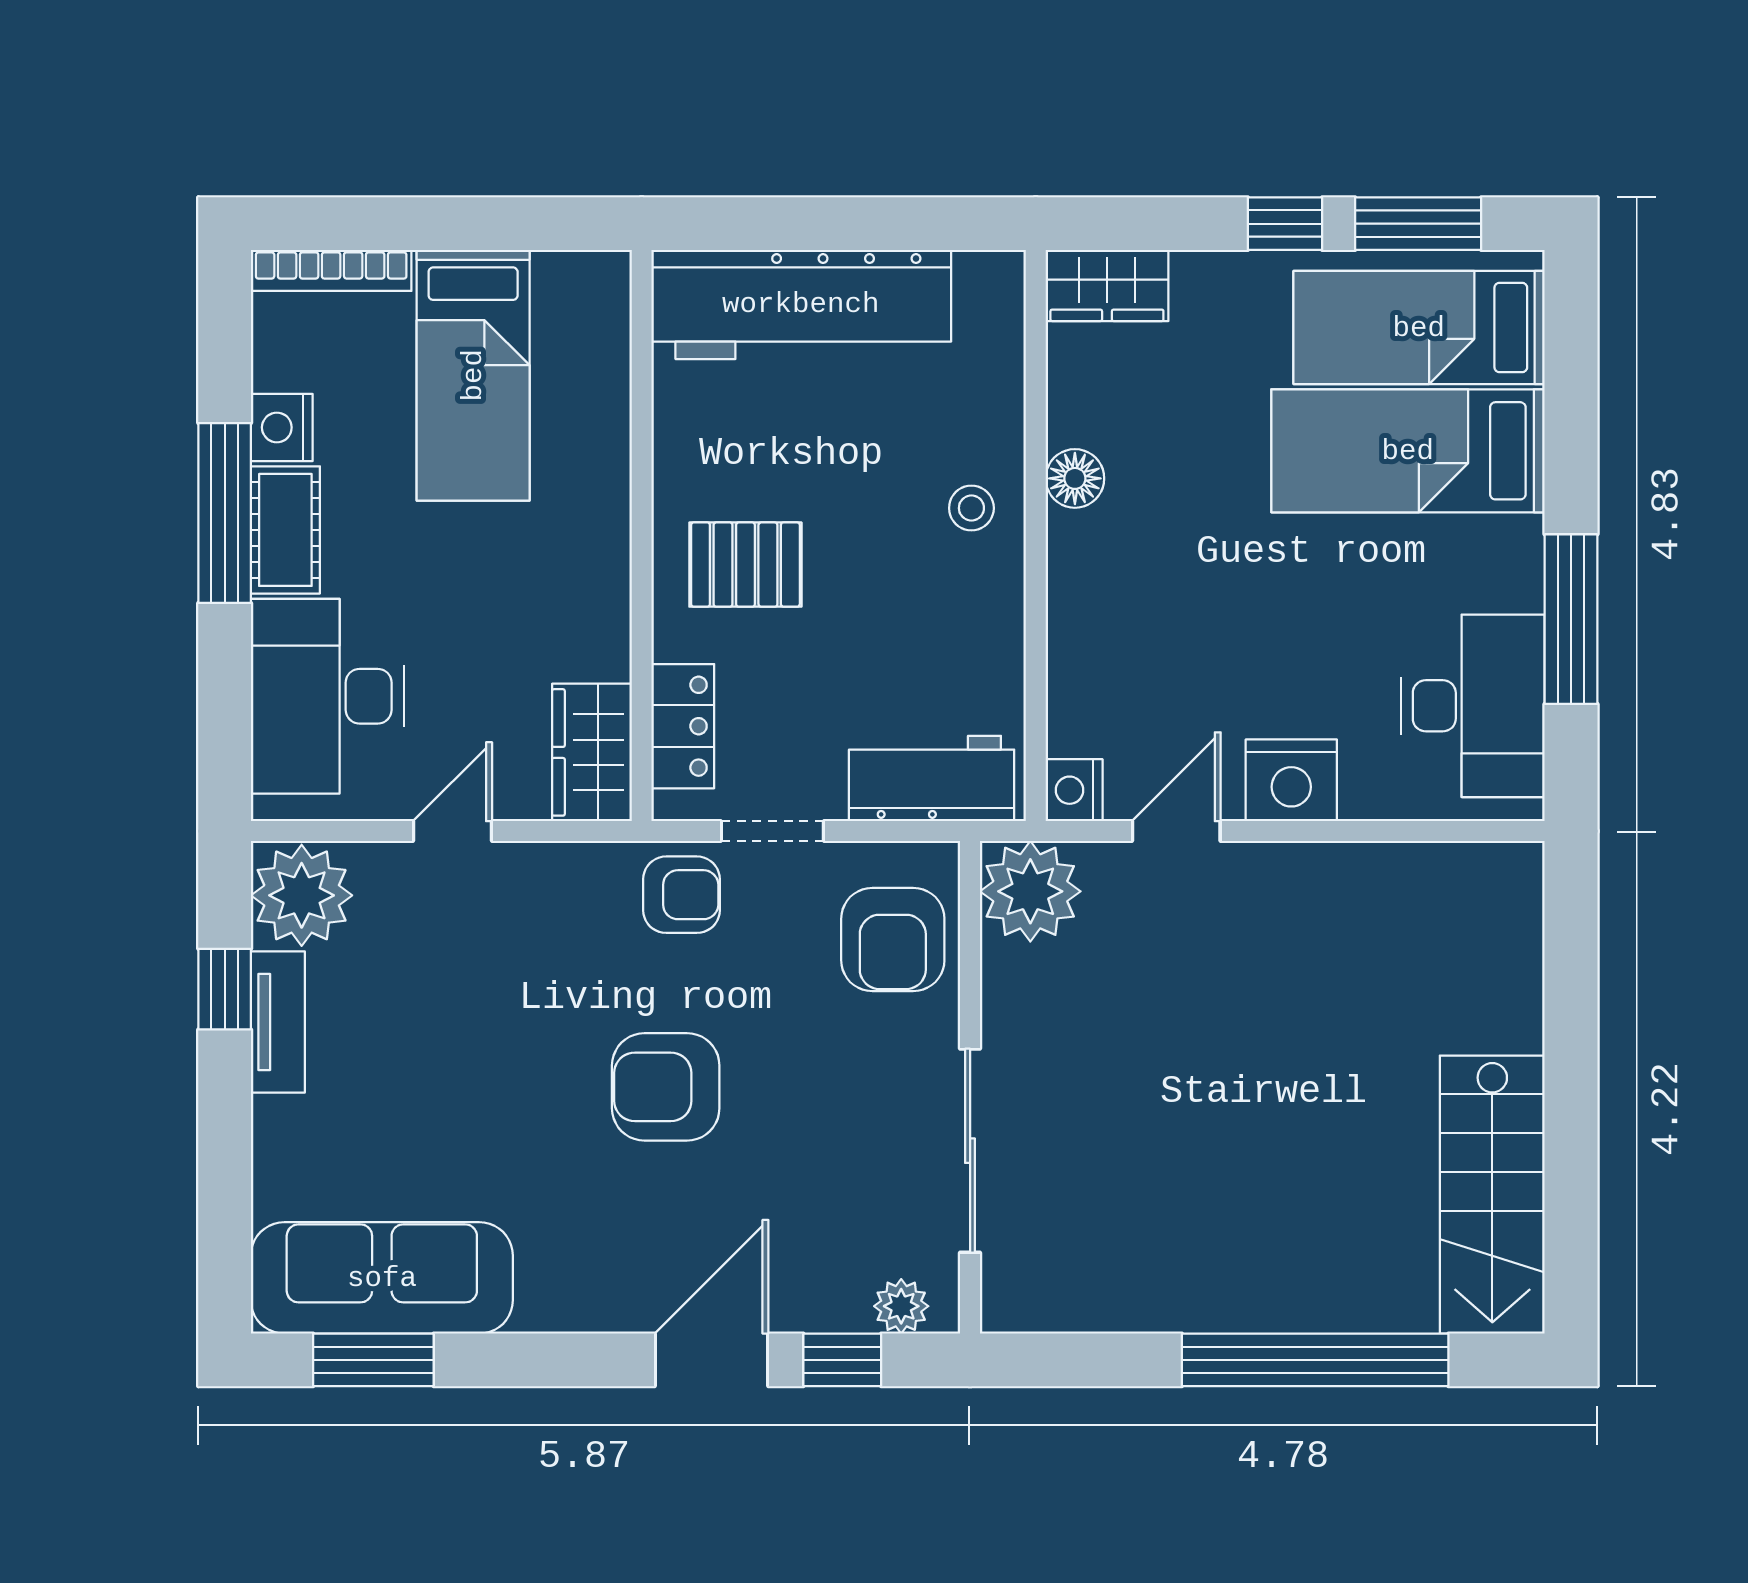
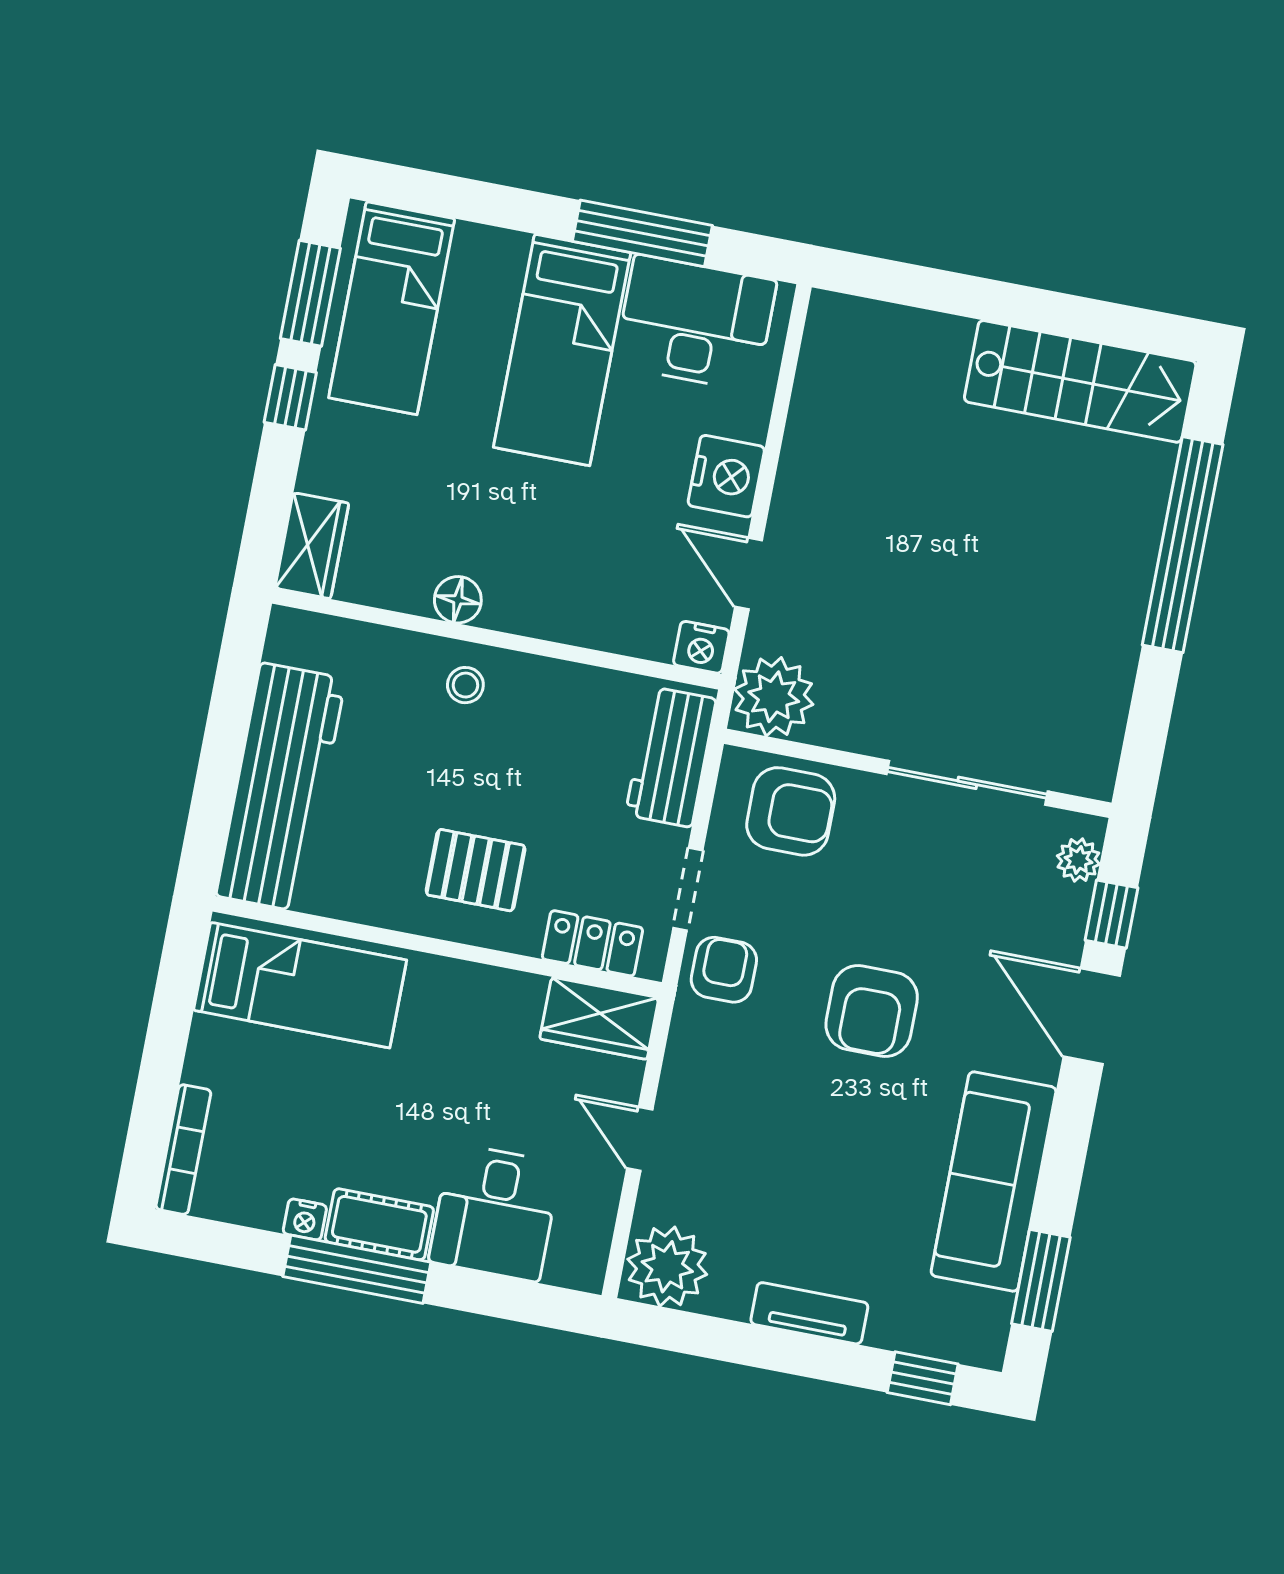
bed: (473, 375) -> (300, 985), moved
nightstand: (282, 427) -> (305, 1219), width x0.72, depth x0.74
bed: (1408, 451) -> (562, 350), moved
pallet: (745, 565) -> (476, 870), turned 90
desk: (327, 696) -> (495, 1213), width x0.73
window: (225, 989) -> (923, 1378), moved
tv unit: (278, 1022) -> (809, 1313), moved
sofa: (382, 1278) -> (994, 1181), moved

